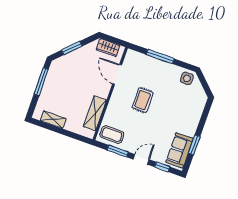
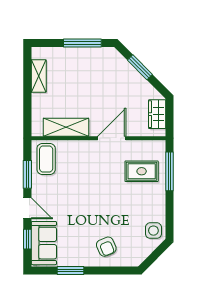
window: (160, 57) -> (170, 171), moved
door: (117, 74) -> (112, 138), moved
rug: (143, 100) -> (142, 171), moved
armchair: (186, 115) -> (106, 247), added
sofa: (180, 150) -> (44, 243), moved, turned 90

